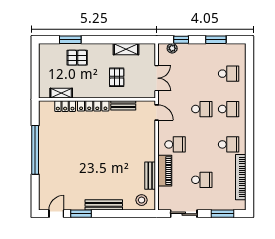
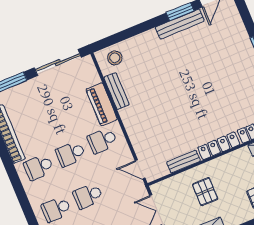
school desk: (202, 180) -> (71, 154), moved
bench: (104, 205) -> (180, 24), moved
sliding door: (184, 214) -> (58, 63), width x1.37

